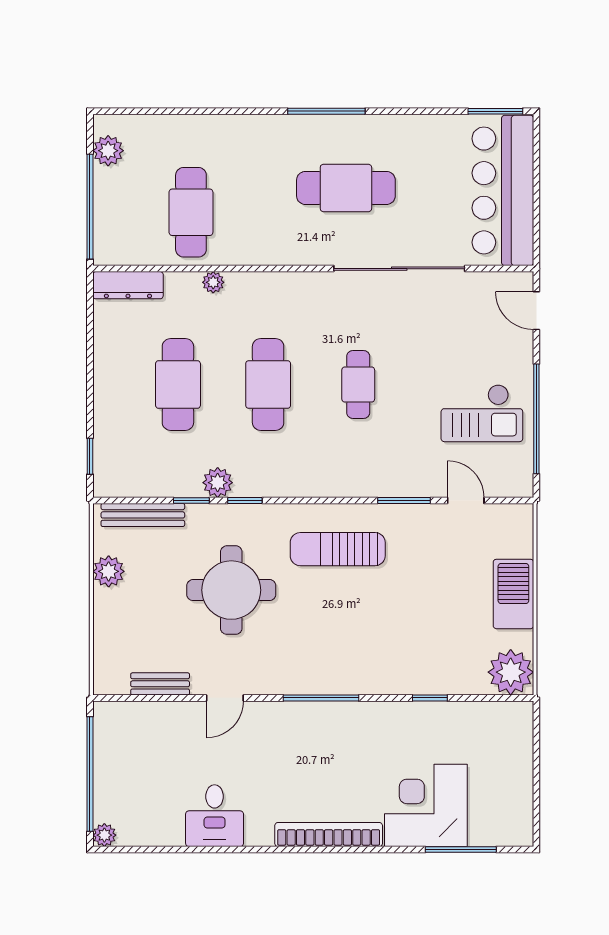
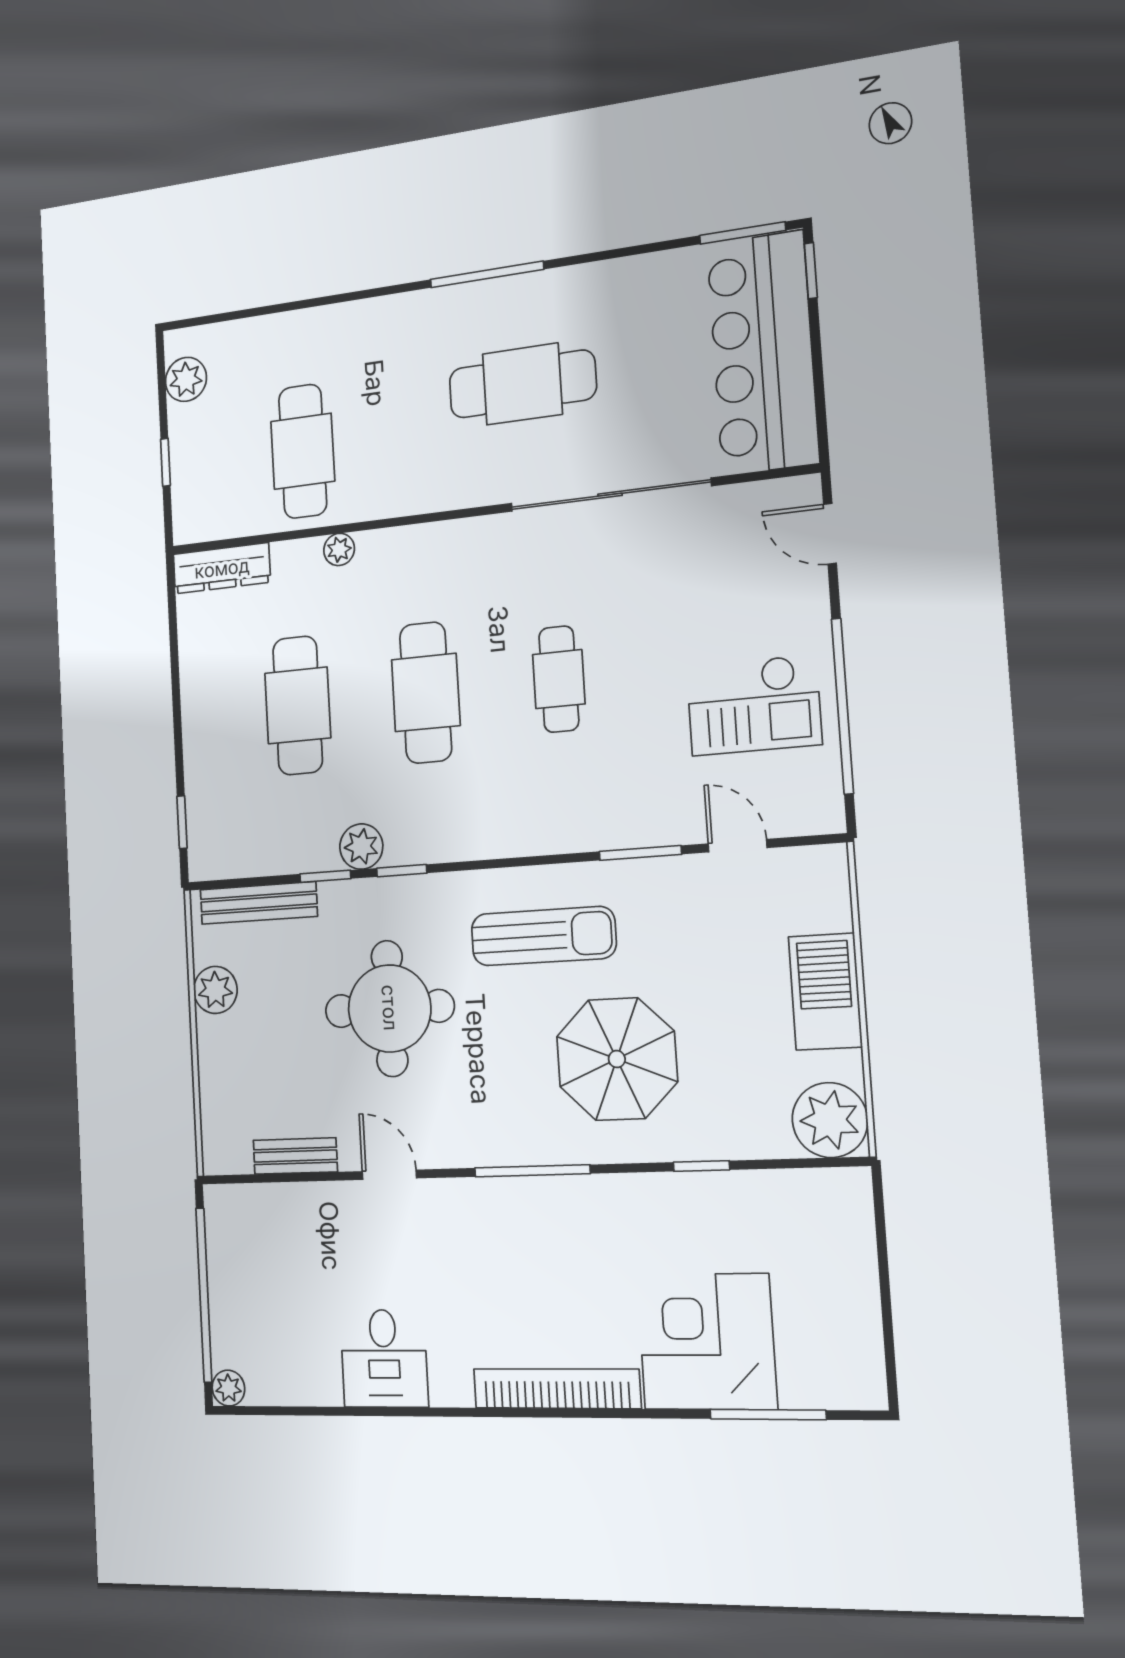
window: (536, 142) -> (811, 271), added
window: (90, 207) -> (165, 462), width x0.32
sun lounger: (338, 549) -> (543, 936), turned 180
parasol: (381, 629) -> (617, 1059), added
door: (225, 698) -> (389, 1175), swing flipped

